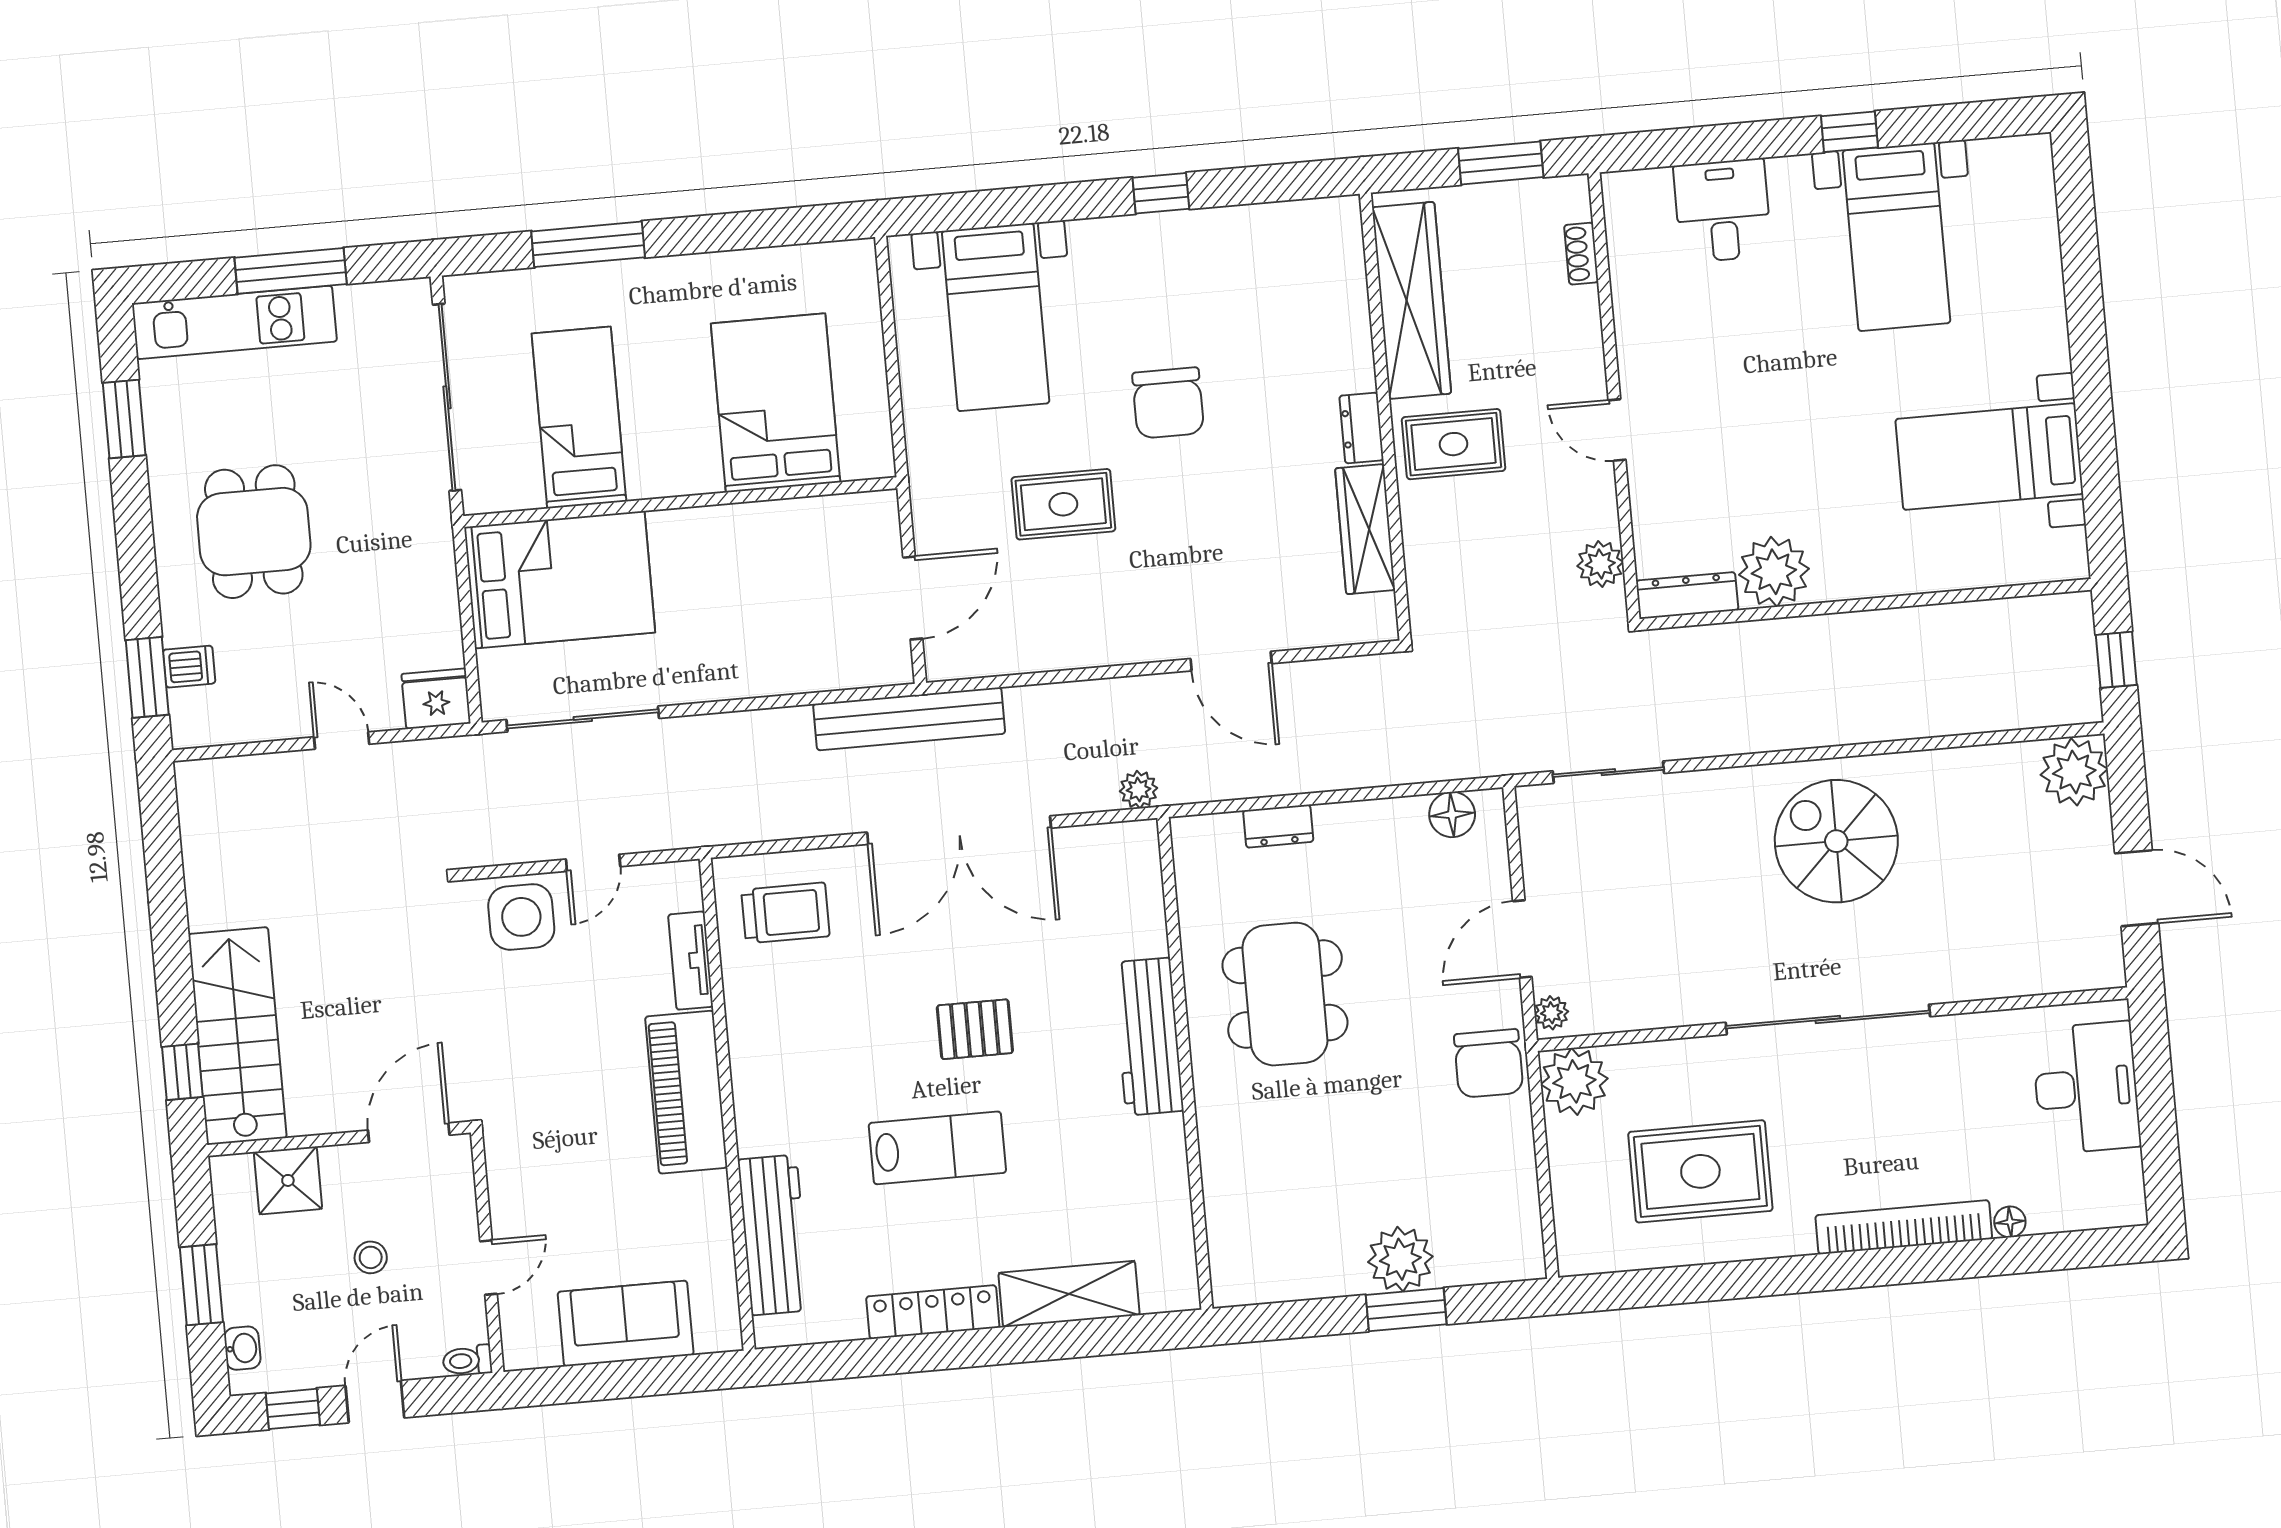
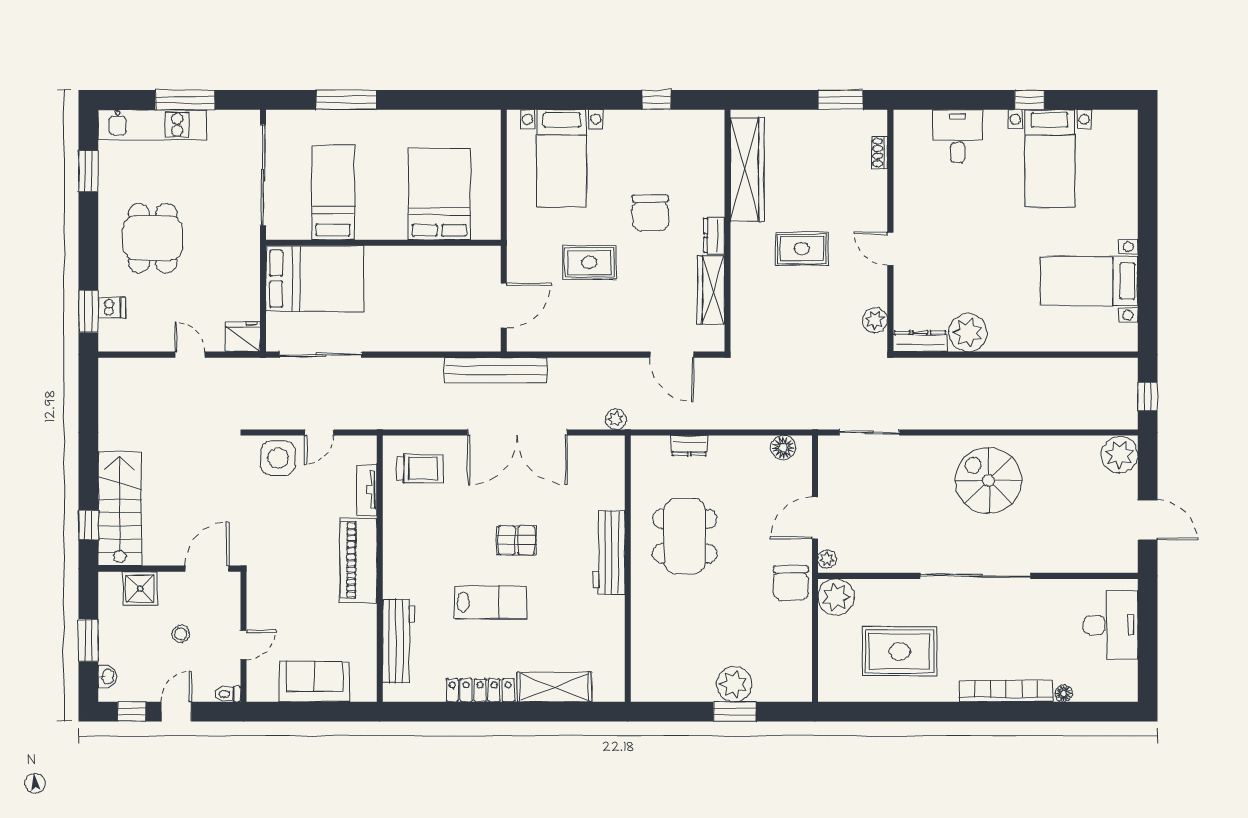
wardrobe: (1412, 300) -> (747, 169), moved
wall: (1385, 417) -> (727, 231), moved
dresser: (1361, 428) -> (714, 236), moved
wardrobe: (1365, 529) -> (711, 290), moved

